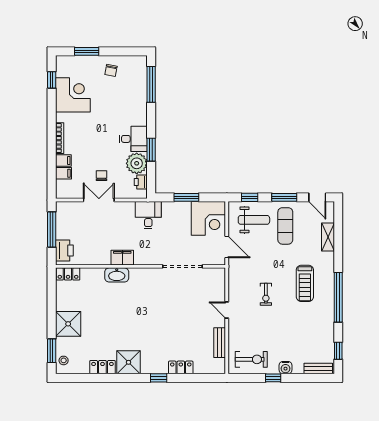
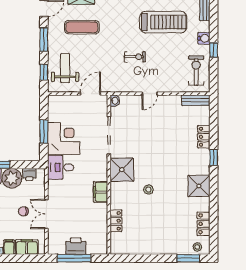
filing cabinet: (64, 173) -> (27, 247), width x2.00
corner desk: (208, 218) -> (64, 138), moved
exercise mat: (285, 226) -> (82, 27), moved
printer: (64, 251) -> (76, 246), moved
locker: (68, 274) -> (116, 221), moved
washbasin: (117, 275) -> (115, 101), moved, width x0.52, depth x0.69
treadmill: (305, 283) -> (163, 22), moved, width x1.37, depth x1.38
stool: (125, 309) -> (148, 190), added
shower: (68, 324) -> (122, 170), moved
bench: (220, 343) -> (196, 100), moved
locker: (102, 367) -> (203, 224), moved

